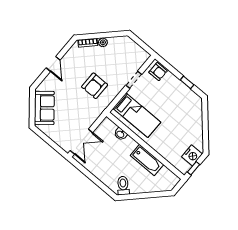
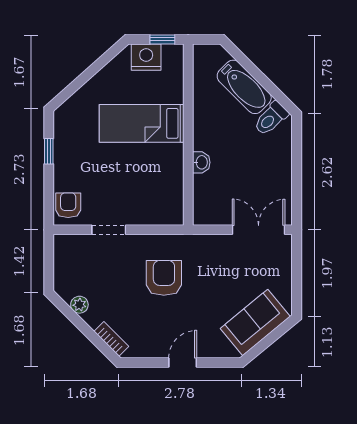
plant: (103, 42) -> (79, 305), moved
armchair: (95, 86) -> (164, 278), turned -90
bed: (137, 115) -> (142, 123), moved, turned -90
washbasin: (120, 134) -> (201, 162), moved
bathtub: (147, 160) -> (244, 87), moved, turned 135

